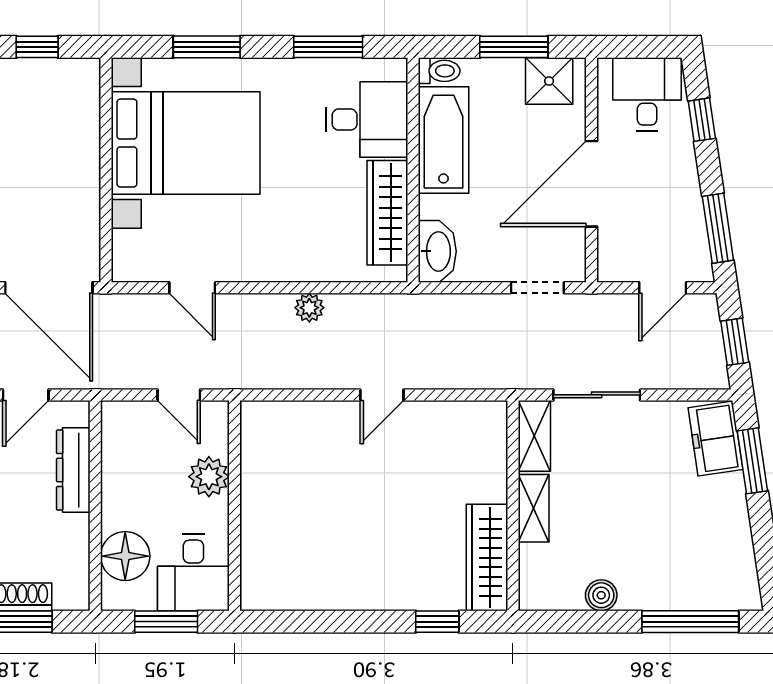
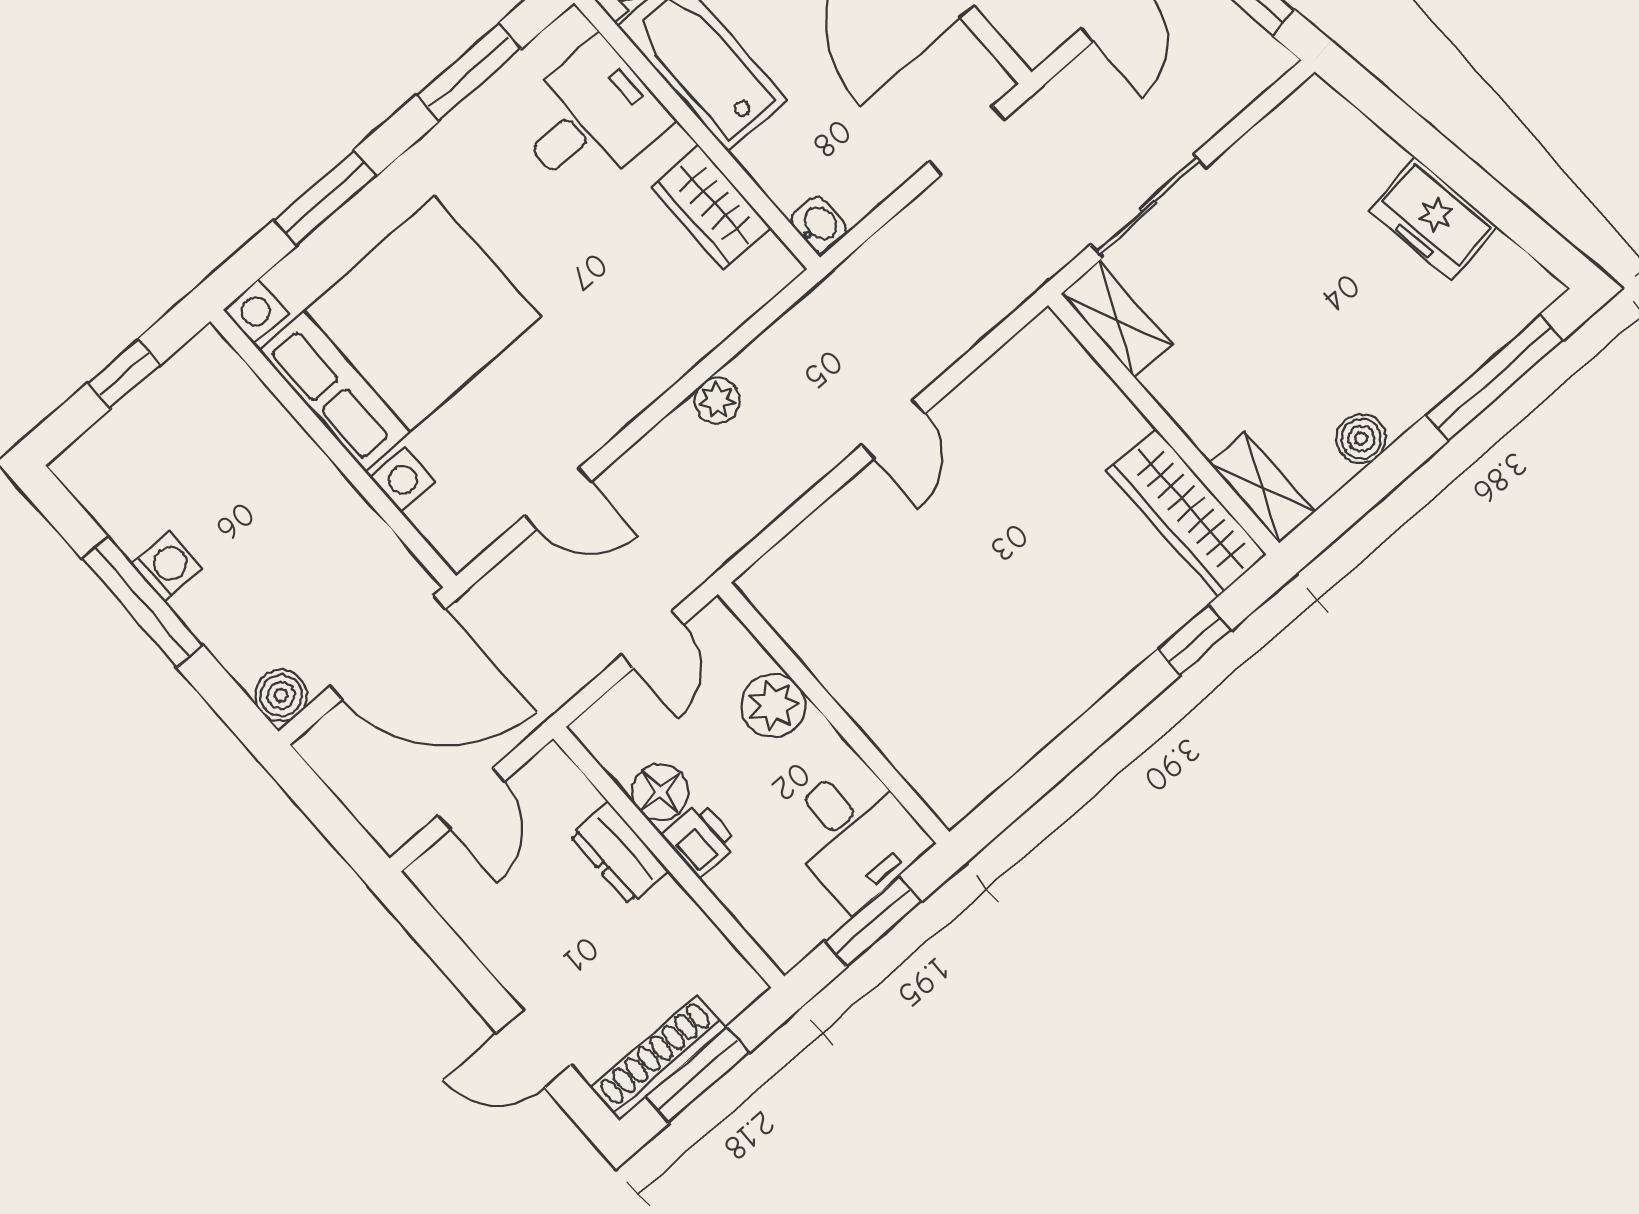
wardrobe: (387, 213) -> (711, 207), width x0.67
washbasin: (437, 251) -> (819, 225), width x0.52, depth x0.69
door: (179, 395) -> (653, 640), hinge flipped
freezer: (715, 439) -> (1433, 219), moved
window: (752, 461) -> (1401, 123), removed
dresser: (73, 470) -> (619, 853), width x0.70
shelving: (534, 508) -> (1262, 487), moved
printer: (117, 510) -> (700, 840), added
floor lamp: (125, 556) -> (660, 792), moved, width x0.73, depth x0.73

